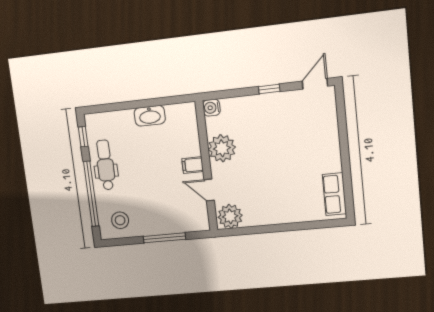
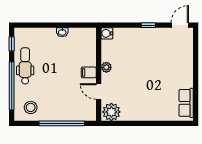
washbasin: (150, 116) -> (62, 32), width x0.52, depth x0.69
plant: (222, 148) -> (106, 67), width x0.53, depth x0.53
window: (164, 238) -> (62, 123), width x1.46

